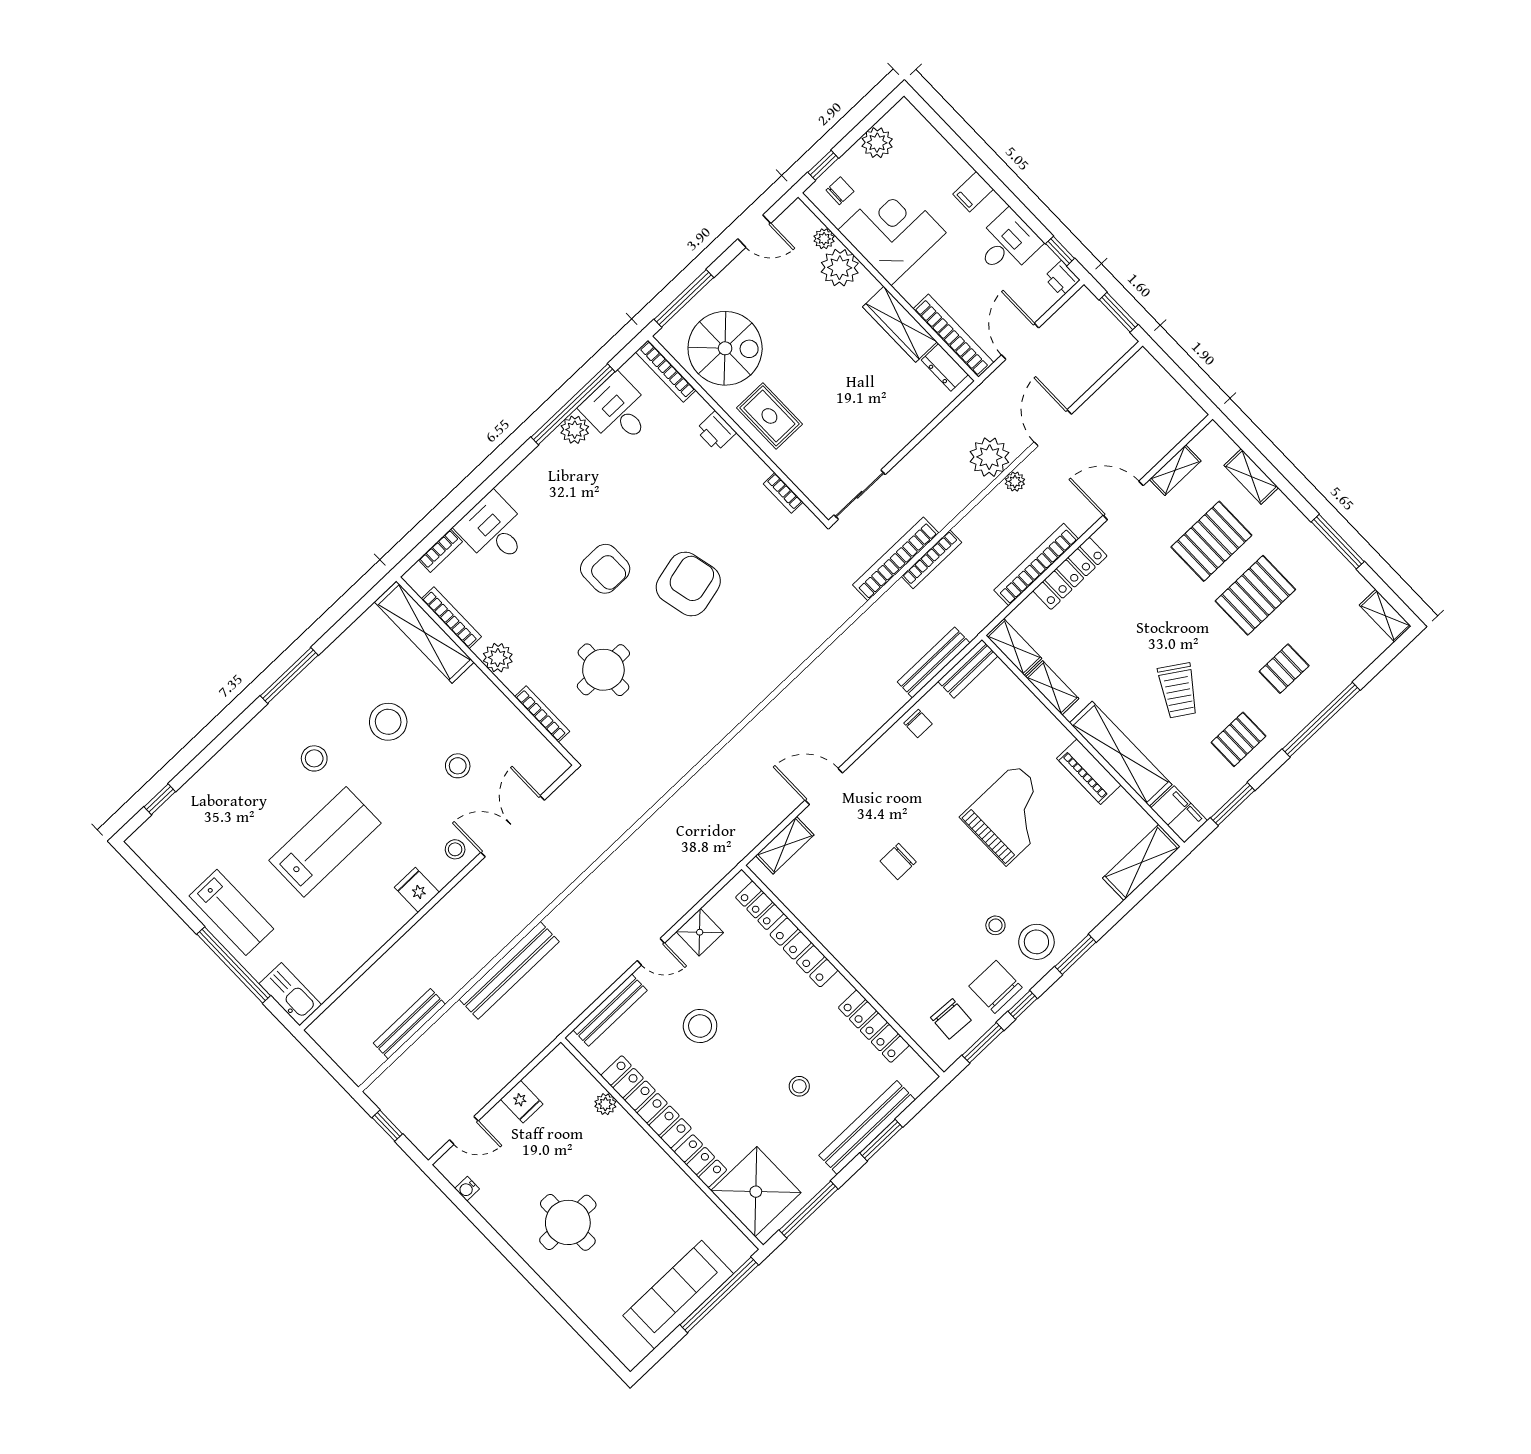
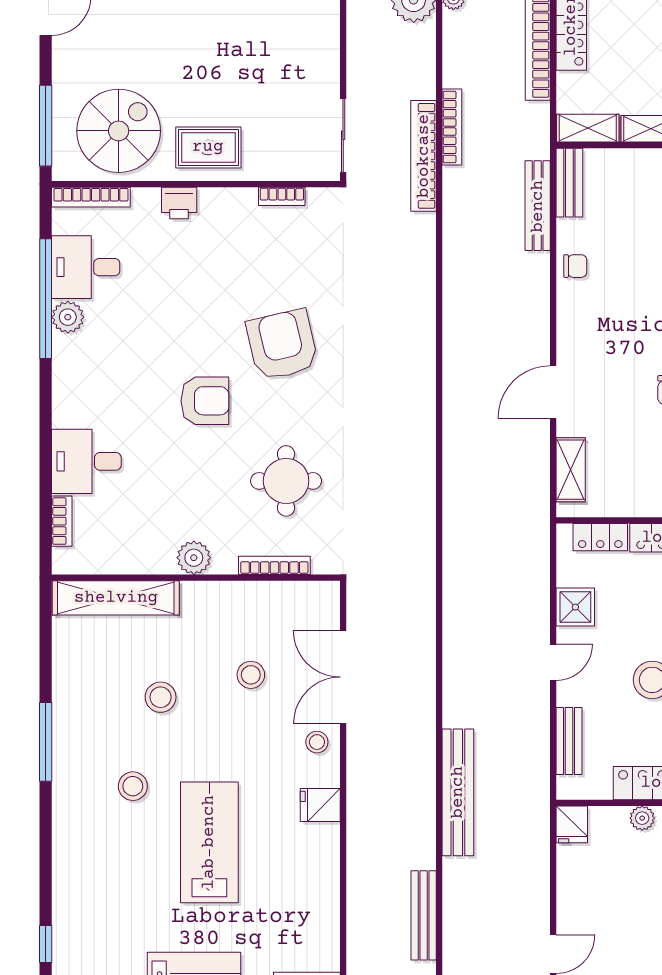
bookcase: (451, 618) -> (125, 565), removed
stool: (388, 722) -> (161, 697), width x0.73, depth x0.73
bench: (610, 1010) -> (569, 741), width x0.73
fridge: (522, 1102) -> (572, 824), moved, turned 90

